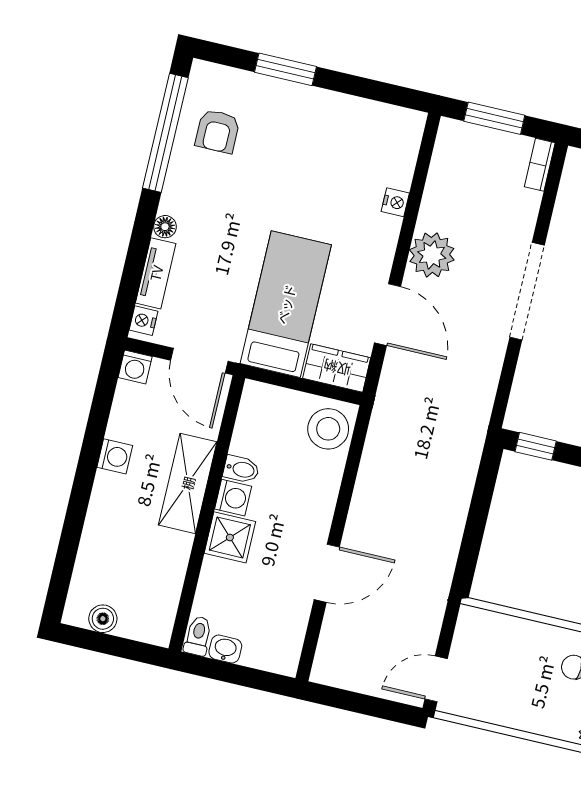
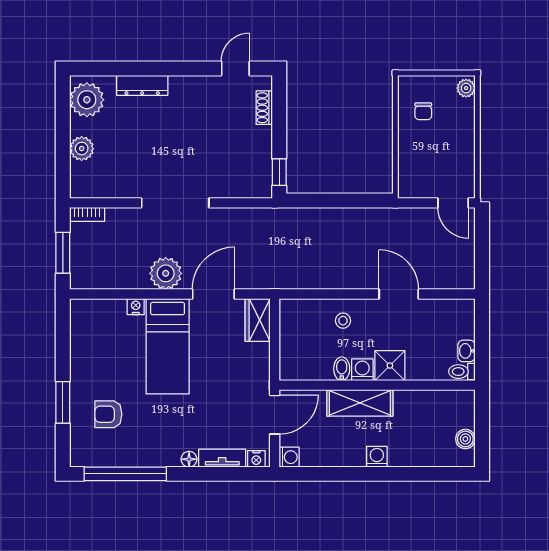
armchair: (217, 131) -> (108, 414), moved, turned 180
bed: (286, 304) -> (168, 346), moved, turned -90
stool: (328, 429) -> (343, 321), moved, width x0.53, depth x0.53
washing machine: (115, 456) -> (377, 457), moved

